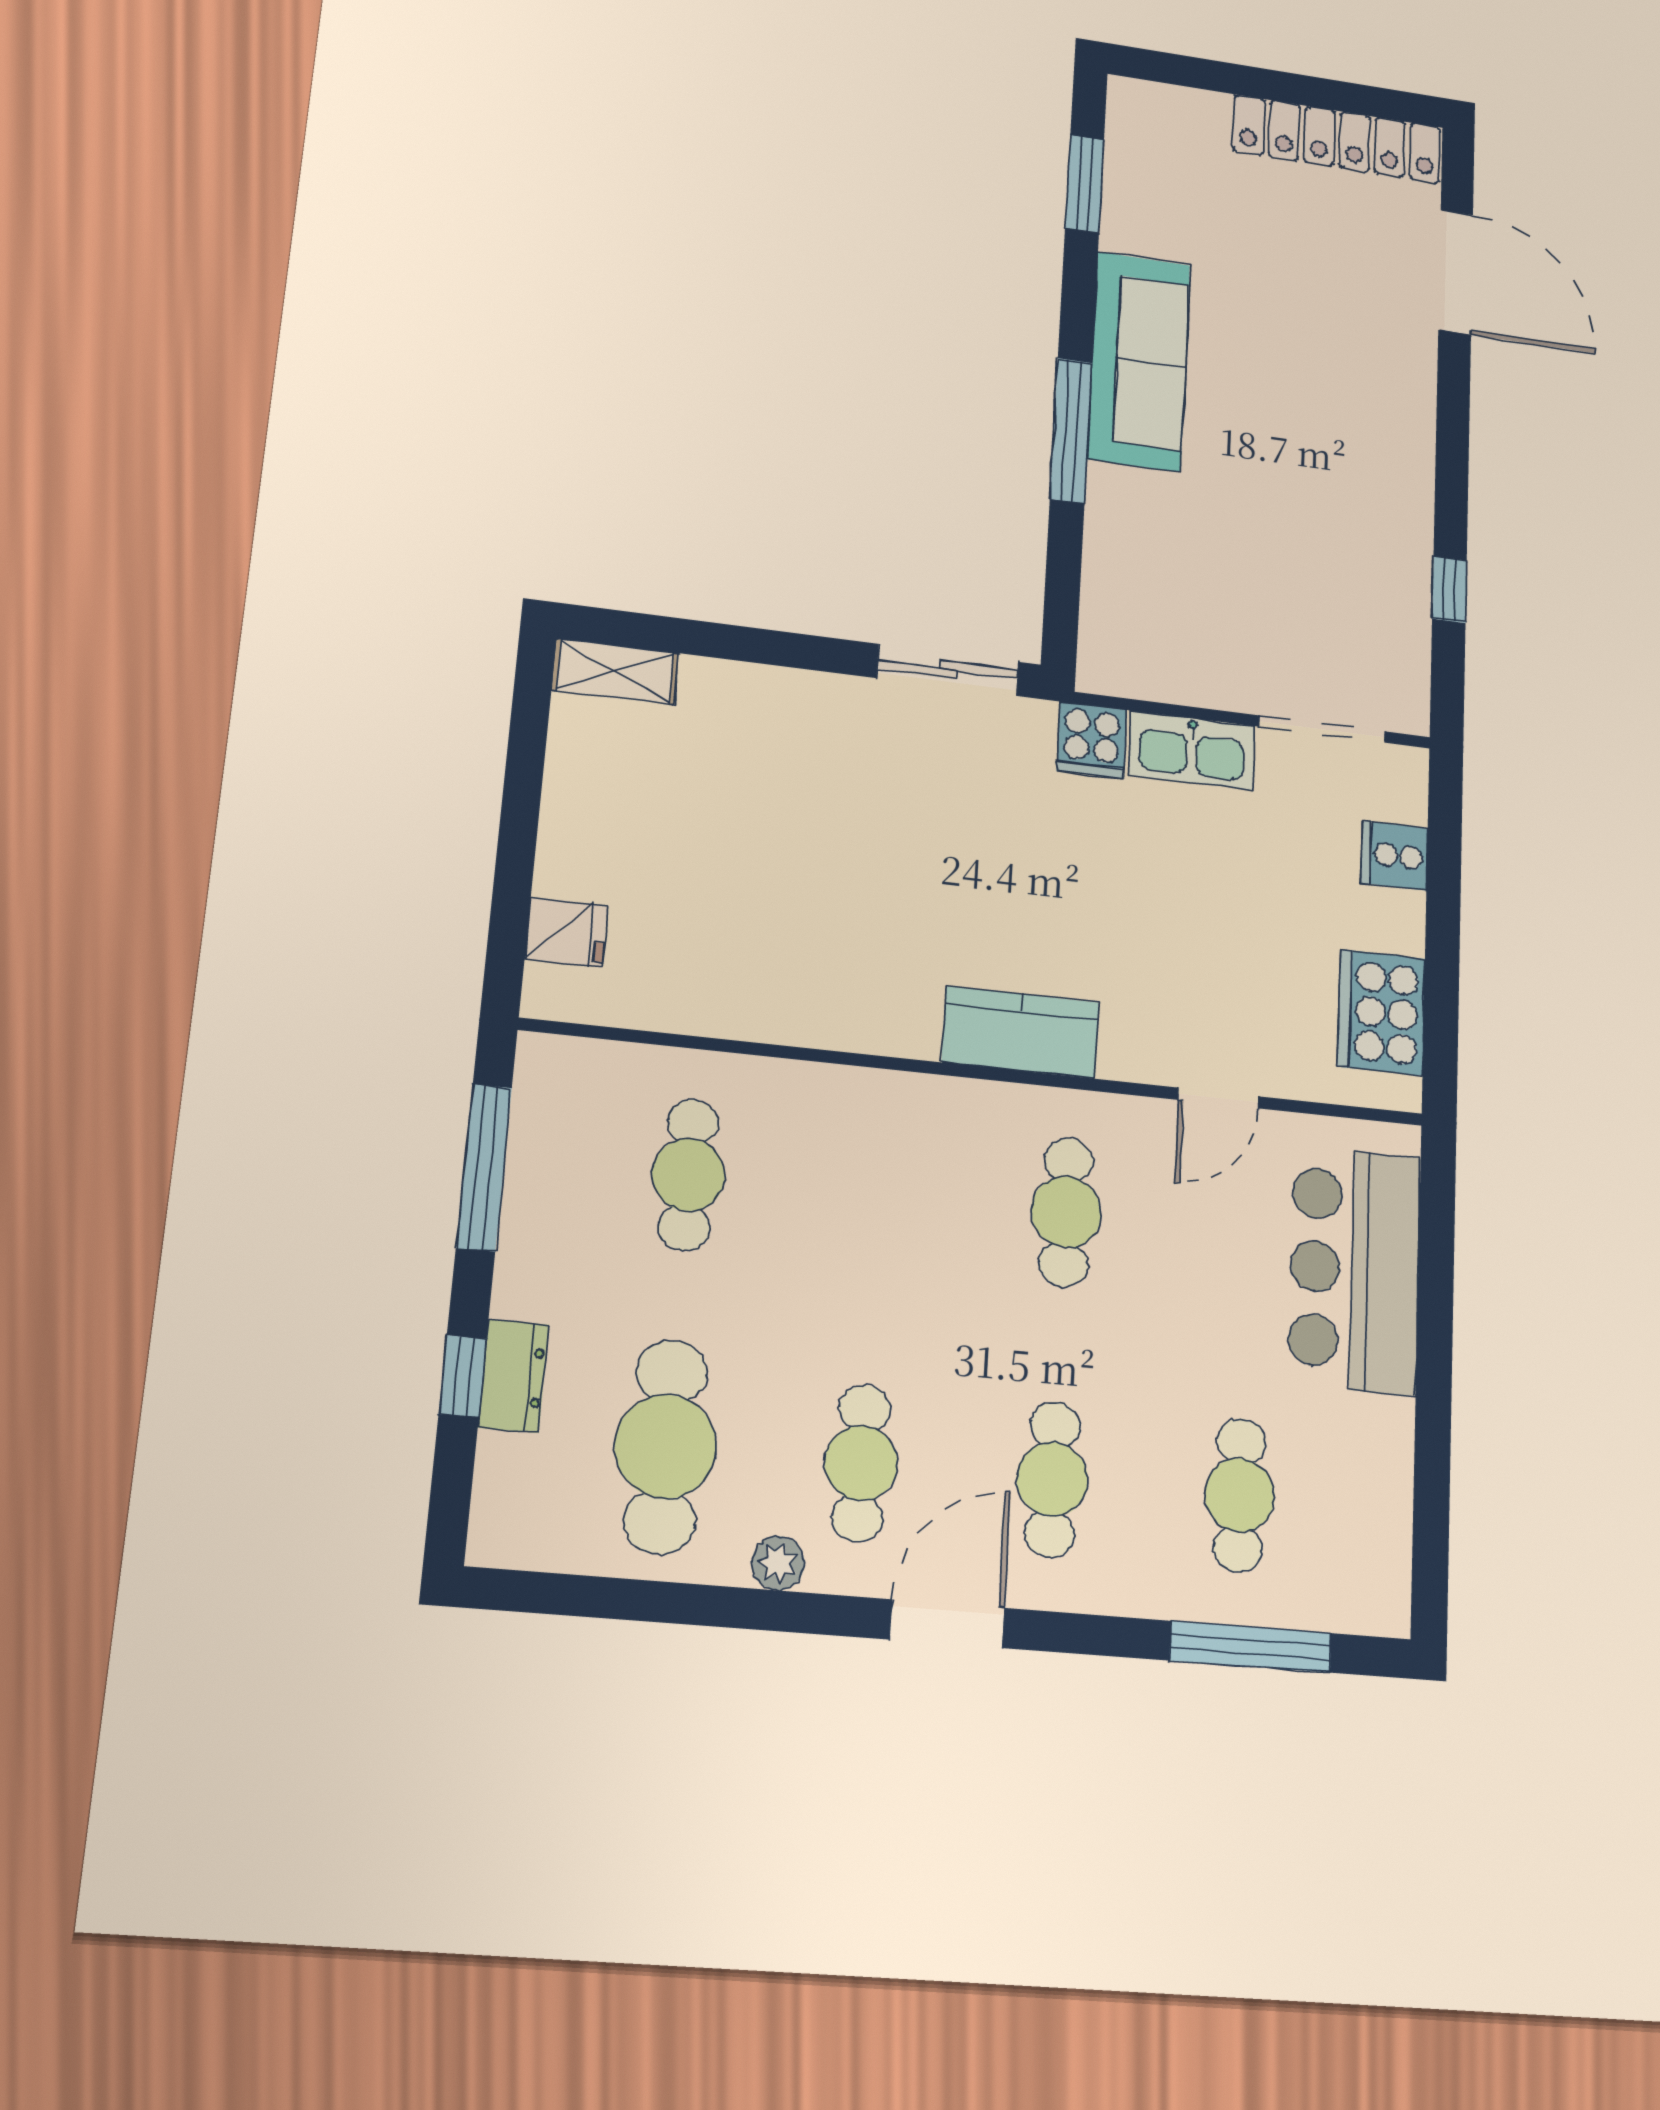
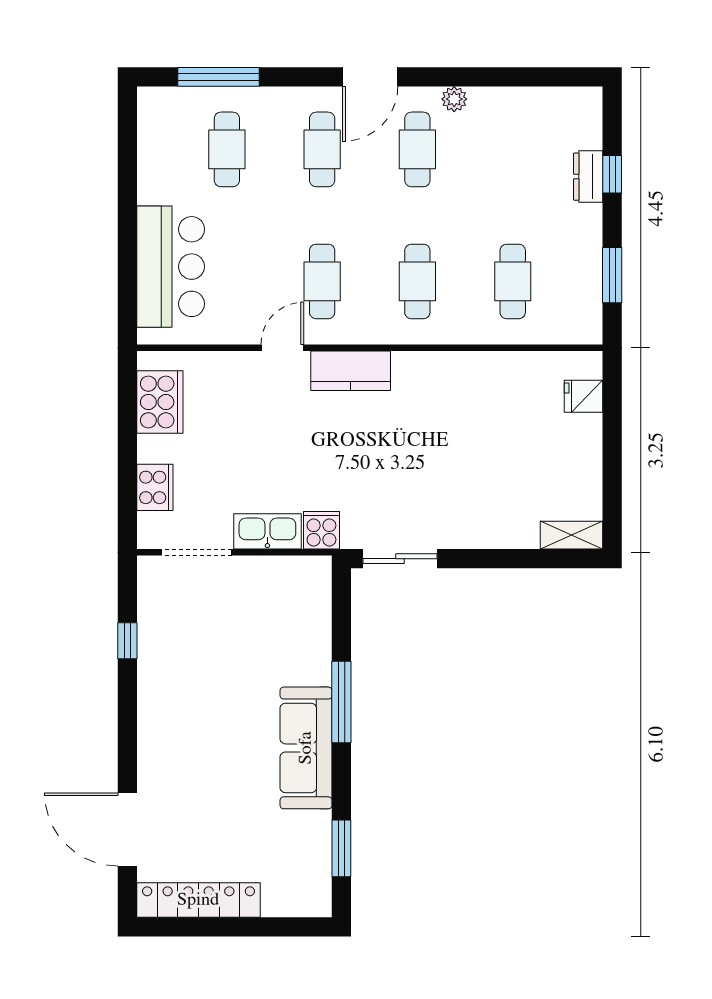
cooker: (1395, 856) -> (155, 487), width x1.36
door: (1218, 1098) -> (282, 348), moved
window: (484, 1167) -> (612, 275), width x0.69
cafe table: (666, 1447) -> (417, 281), moved, width x0.73, depth x0.74

